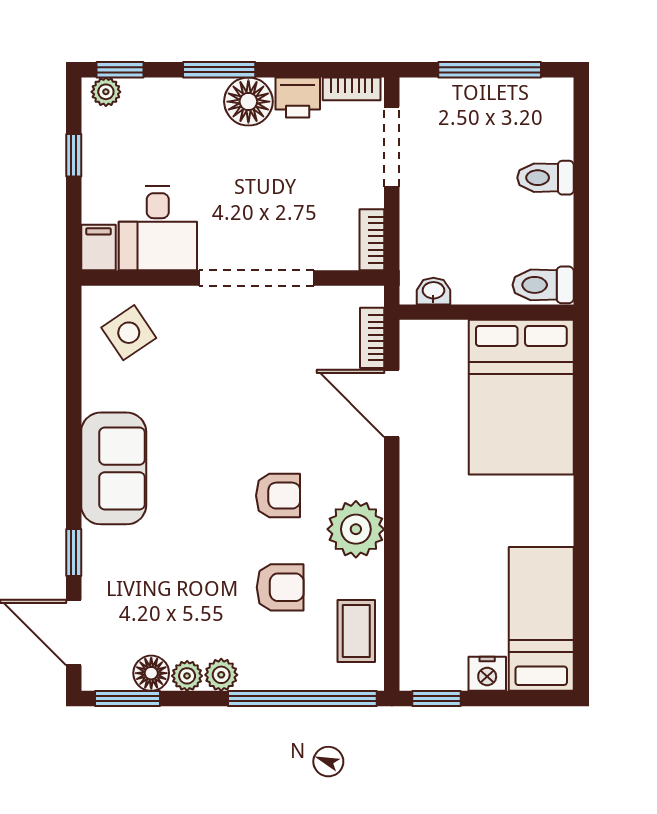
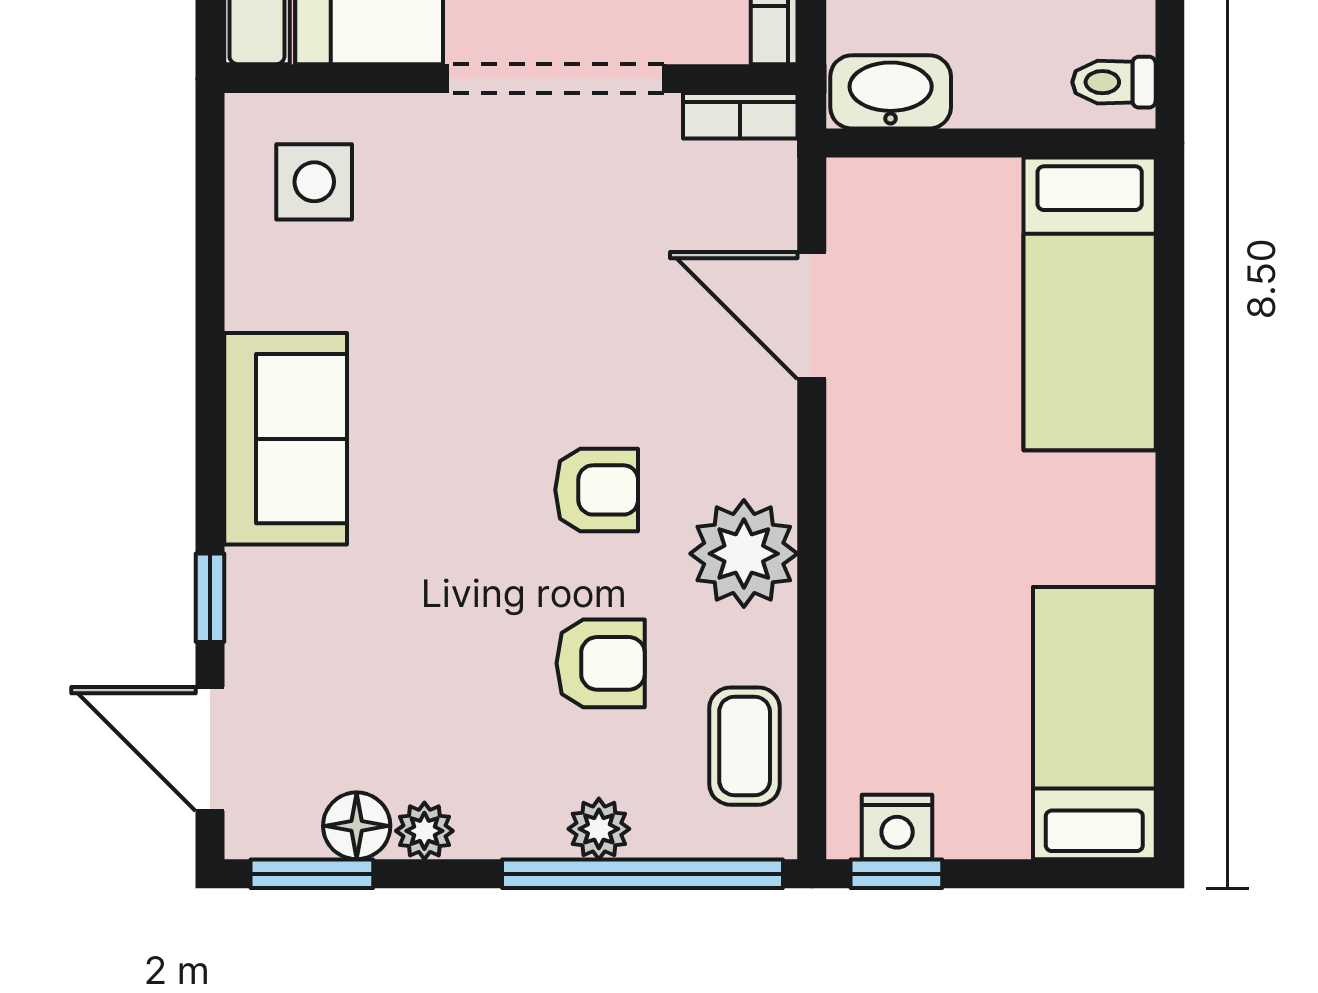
toilet: (543, 285) -> (1114, 82), width x0.73, depth x0.72
washbasin: (433, 291) -> (891, 92), width x1.91, depth x1.45
side table: (129, 333) -> (314, 182), turned 34
bookcase: (372, 338) -> (740, 116), moved, turned -90
bed: (521, 397) -> (1090, 304), width x0.67
nightstand: (487, 674) -> (897, 827), moved
plant: (221, 675) -> (599, 829), moved

